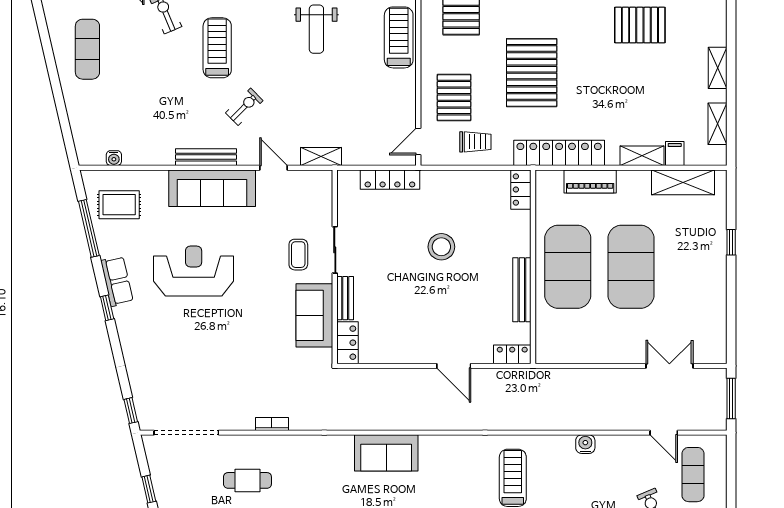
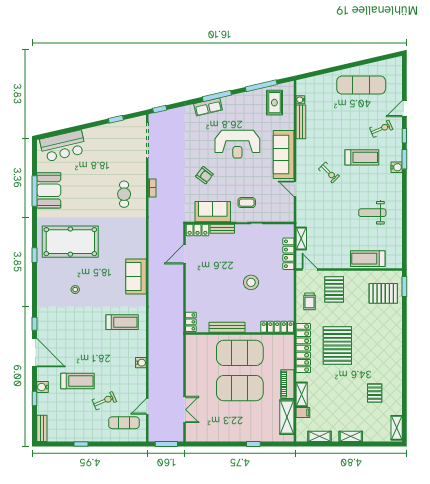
pallet: (640, 25) -> (375, 393), width x0.67, depth x0.71
treadmill: (399, 37) -> (368, 259), turned 180
exercise mat: (87, 49) -> (361, 85), width x1.36, depth x1.45
pallet: (532, 73) -> (337, 345), moved, turned 90
pallet: (454, 98) -> (334, 289), turned 90
shelving: (321, 156) -> (301, 238), moved
bench: (206, 157) -> (301, 122), moved
door: (273, 168) -> (295, 189), swing flipped
piano: (590, 181) -> (287, 384), moved
locker: (521, 190) -> (277, 327), width x1.53
reception desk: (194, 271) -> (237, 144), turned 90
row of seats: (117, 281) -> (208, 107), moved
window: (107, 308) -> (217, 96), width x2.17
armchair: (249, 330) -> (204, 175), added
door: (454, 366) -> (185, 254), moved
sofa: (386, 453) -> (136, 276), moved
cafe table: (247, 480) -> (124, 194), moved

